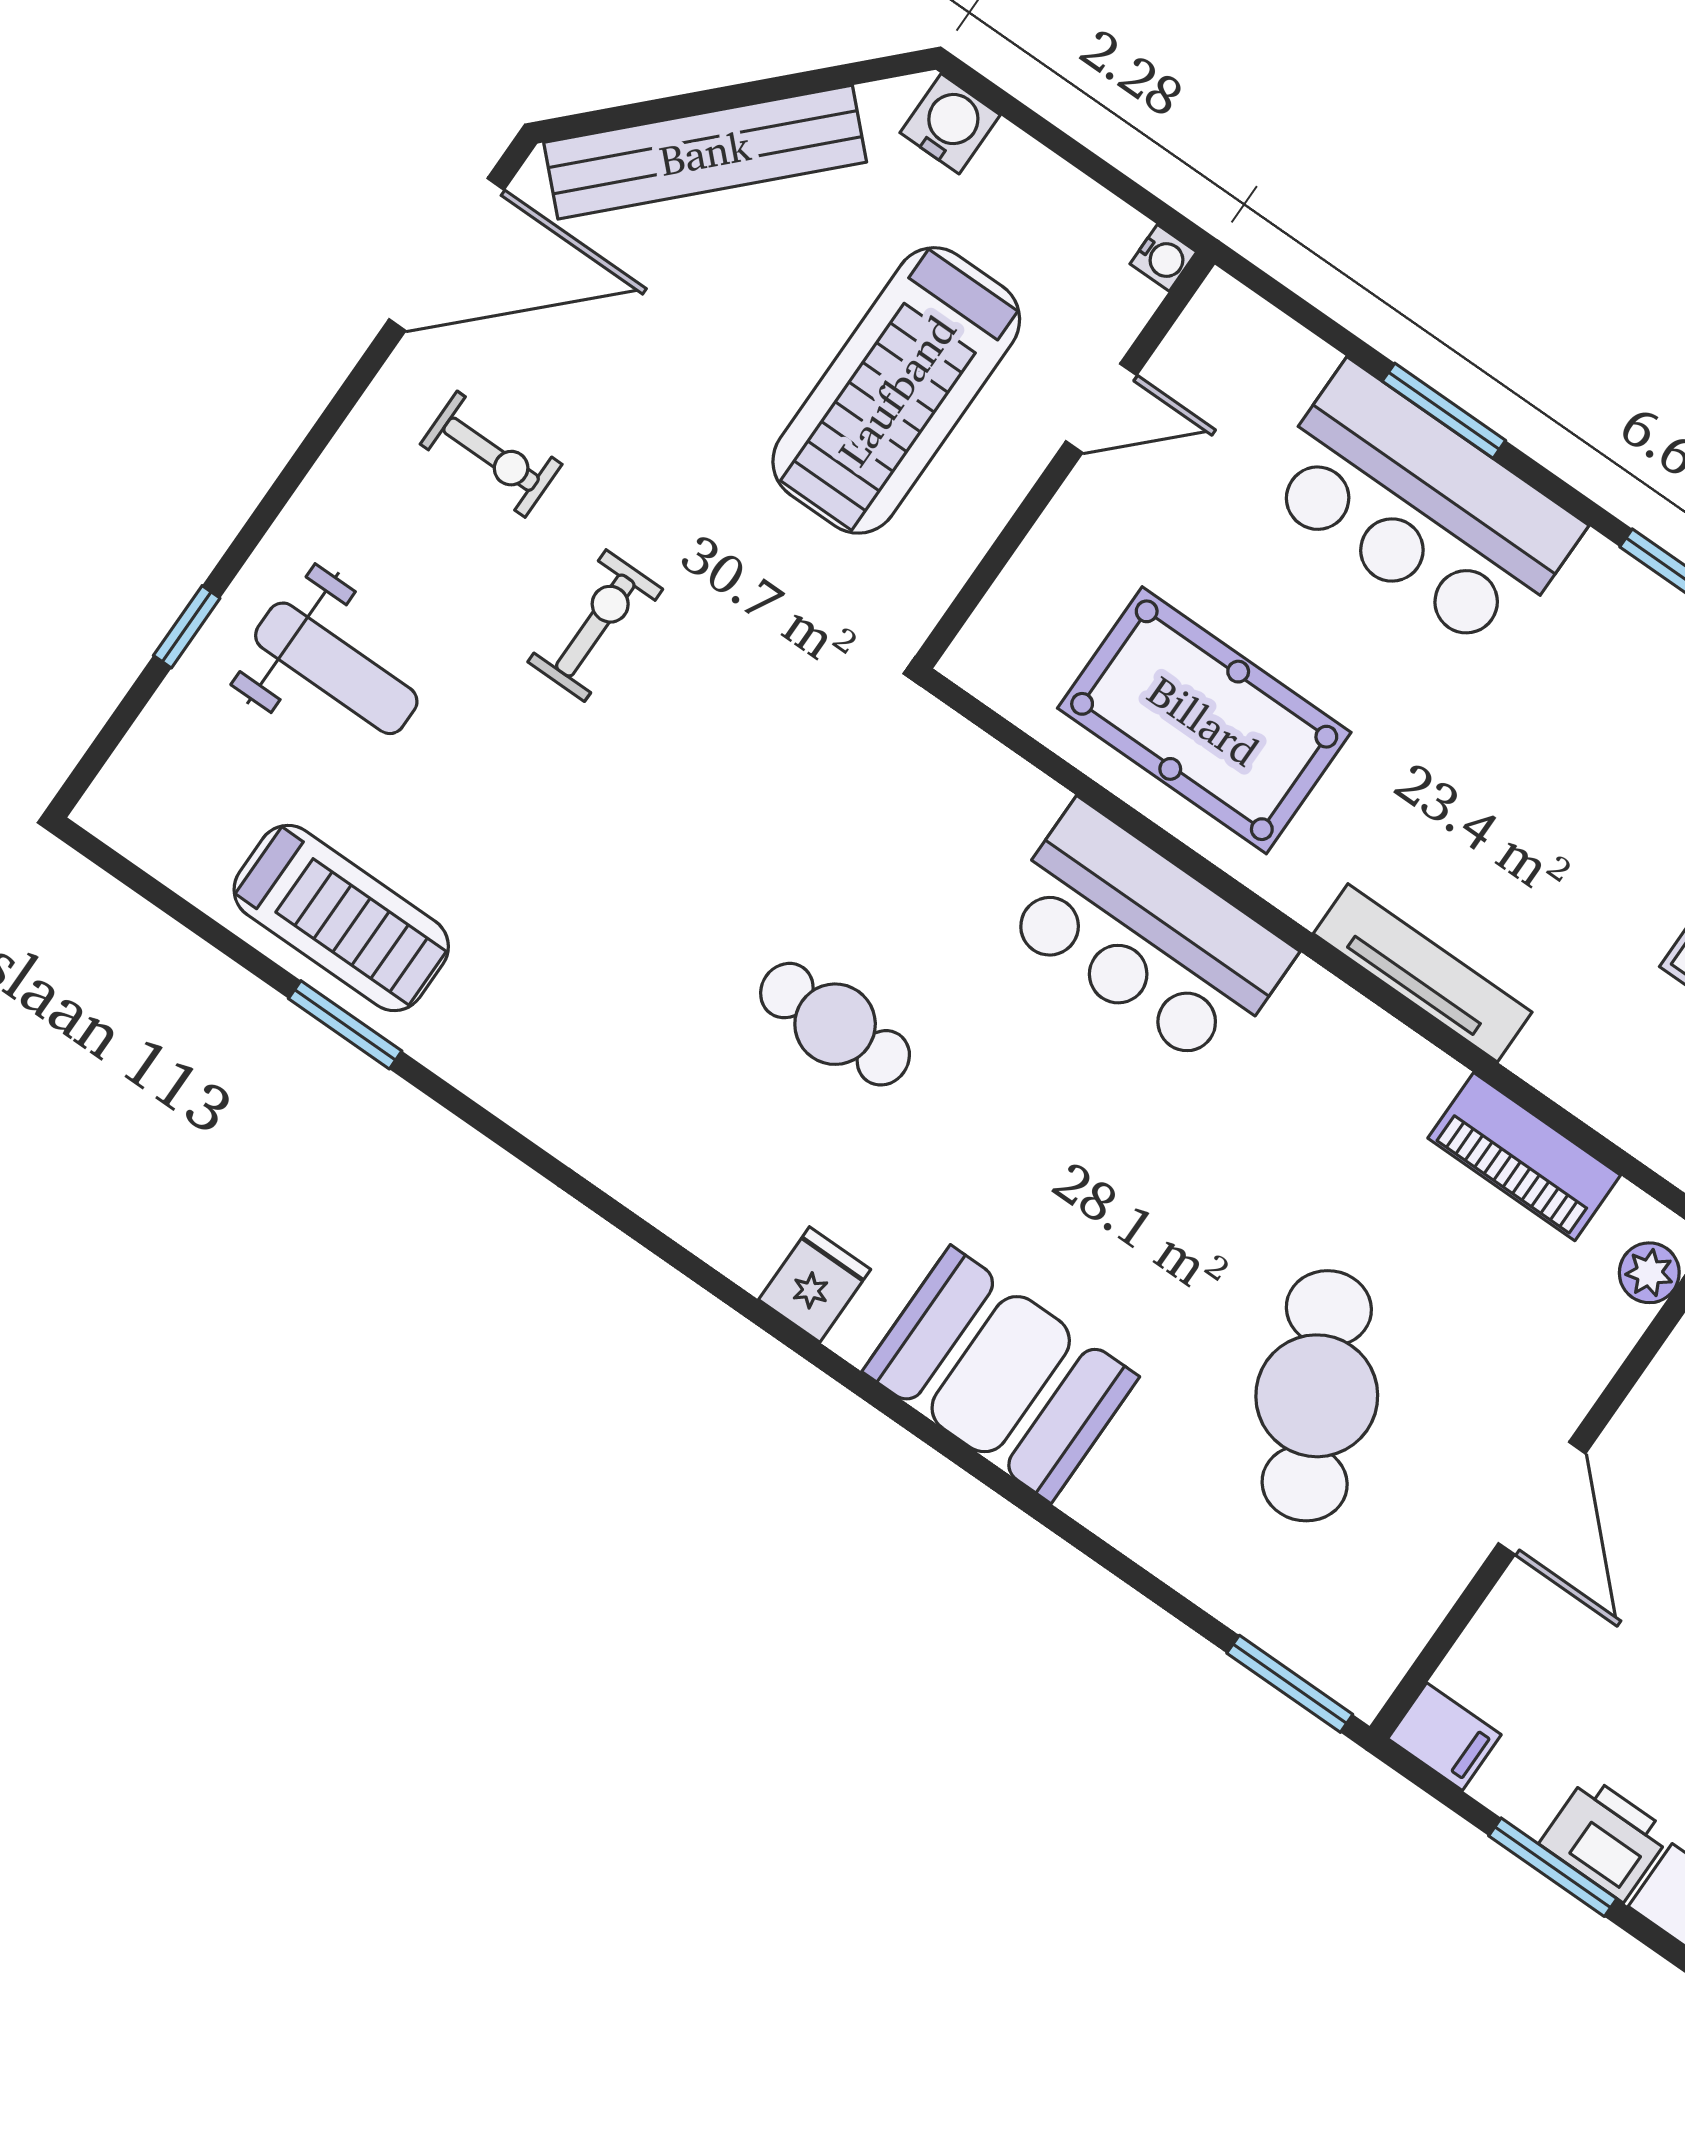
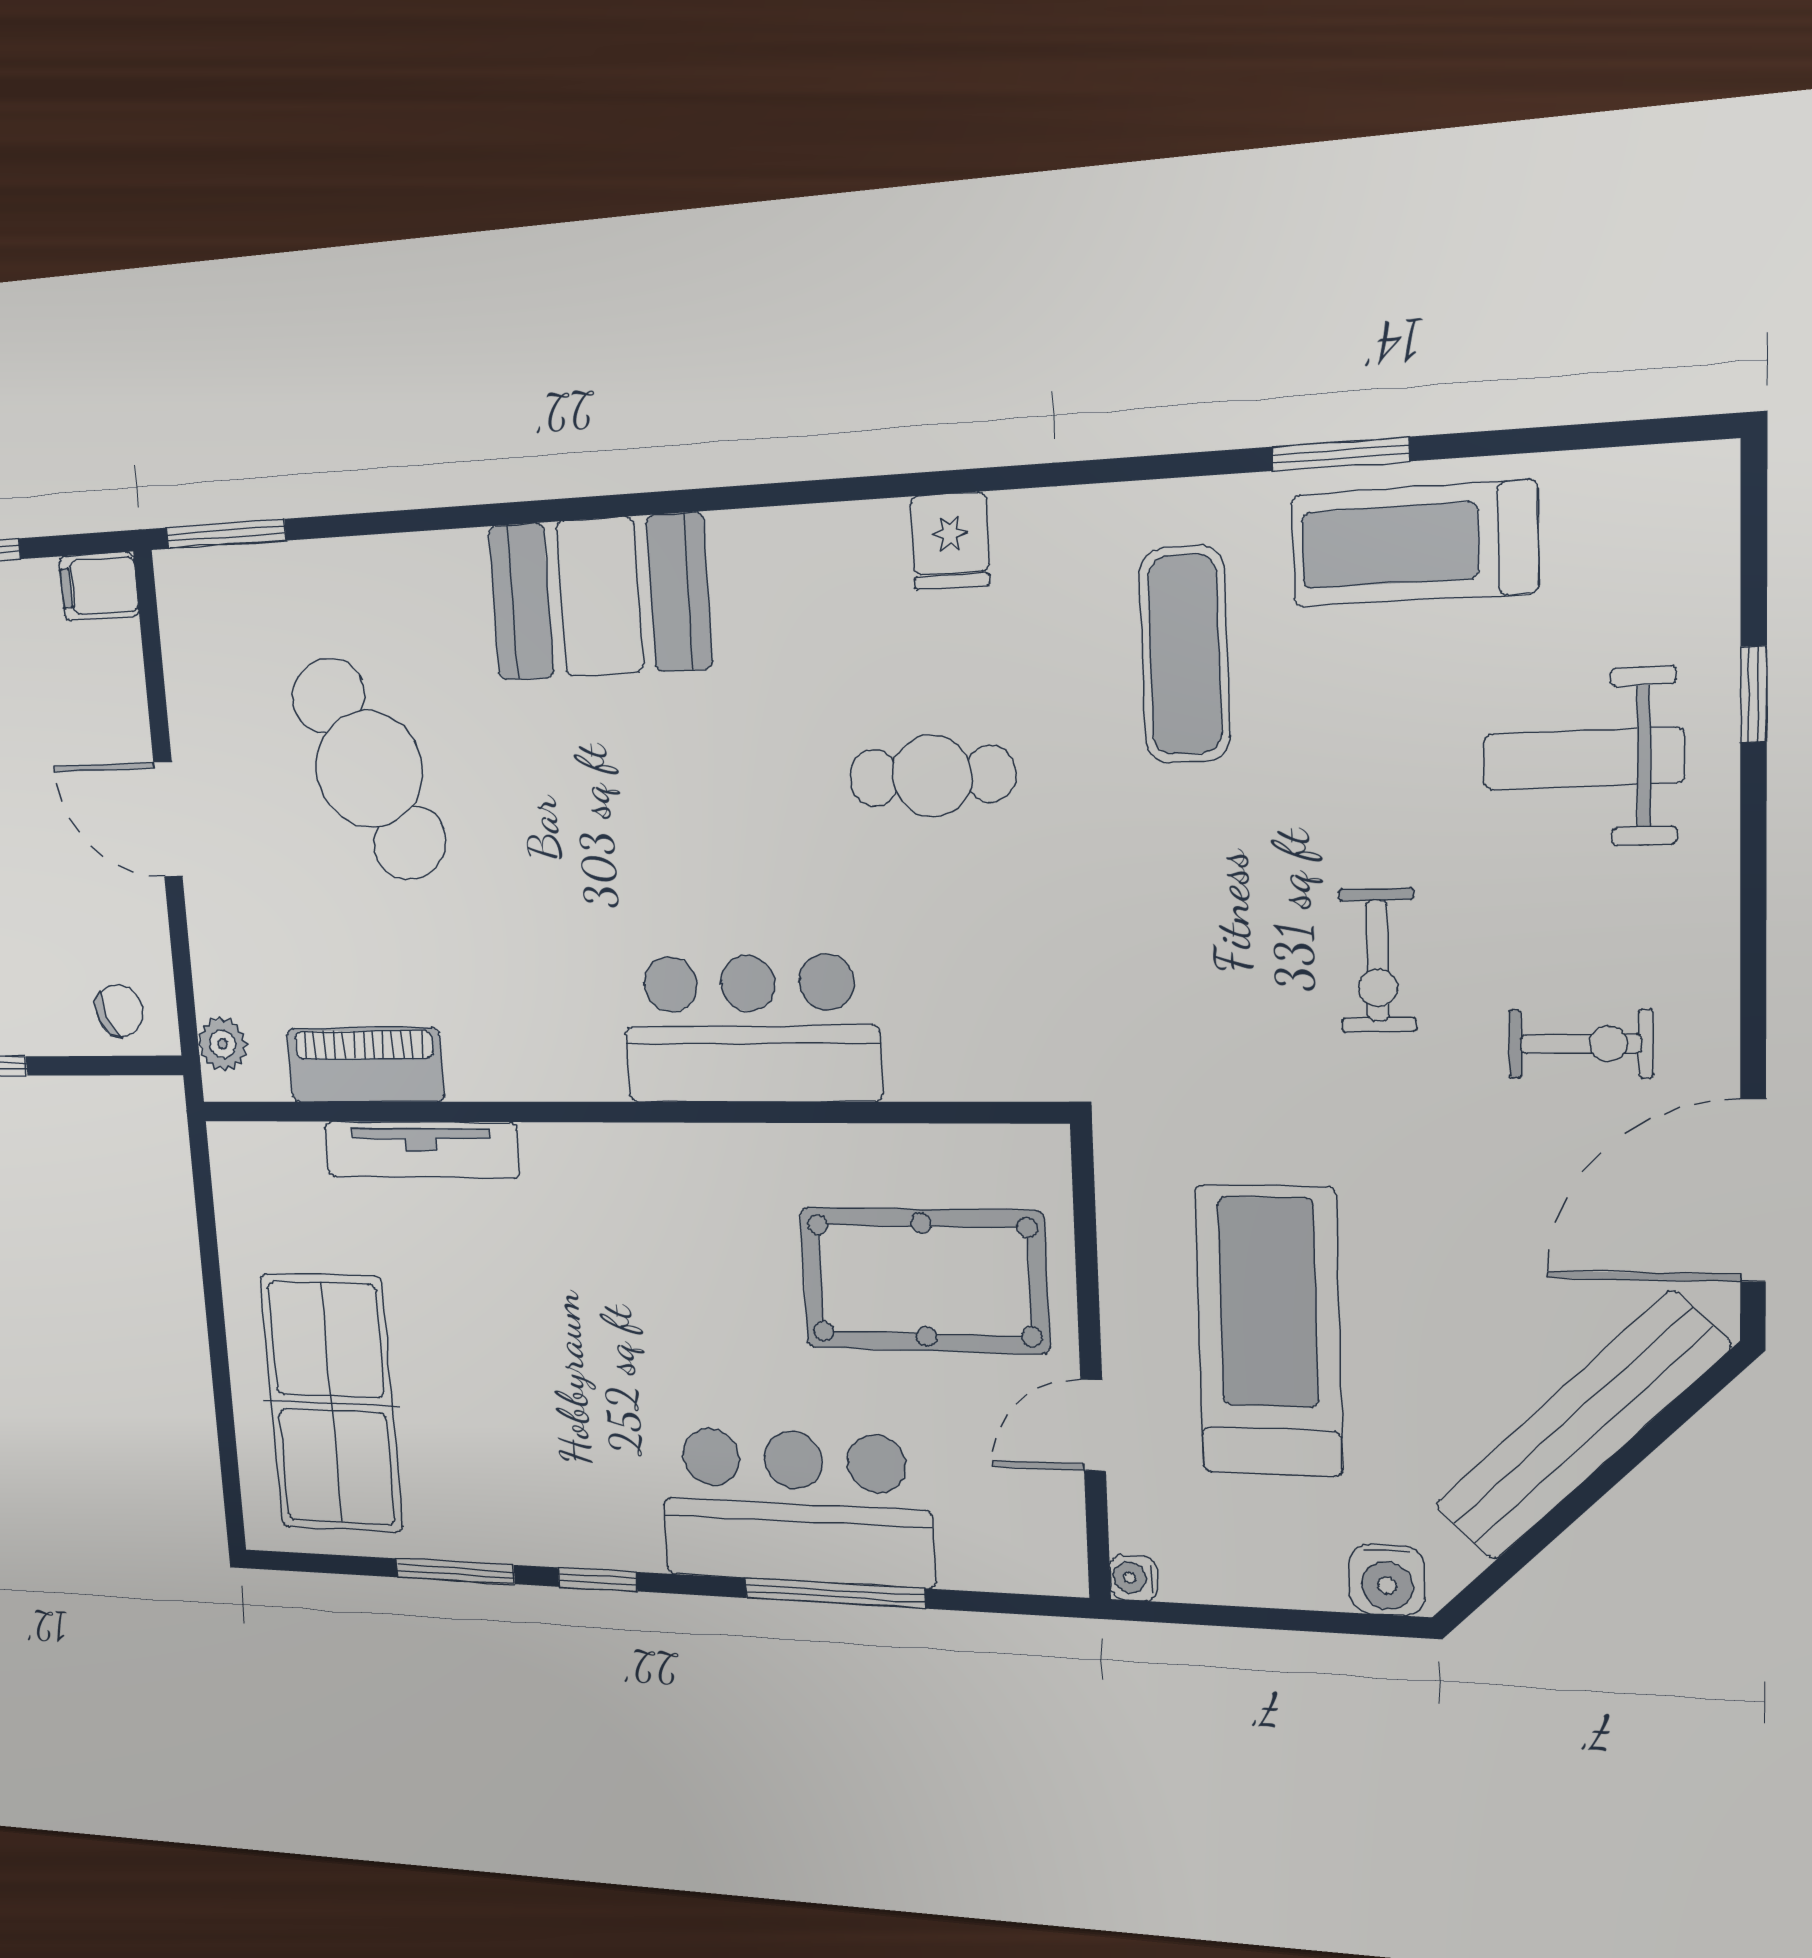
window: (1444, 411) -> (835, 1593), width x1.44
exercise bike: (491, 454) -> (1581, 1044), turned 180
pool table: (1204, 720) -> (924, 1280), moved
exercise mat: (568, 966) -> (1185, 655), added
tv unit: (1423, 973) -> (421, 1150), moved
fridge: (815, 1285) -> (950, 541), moved

